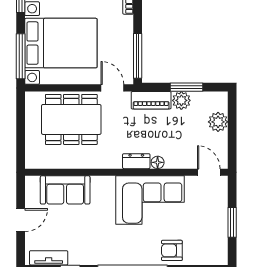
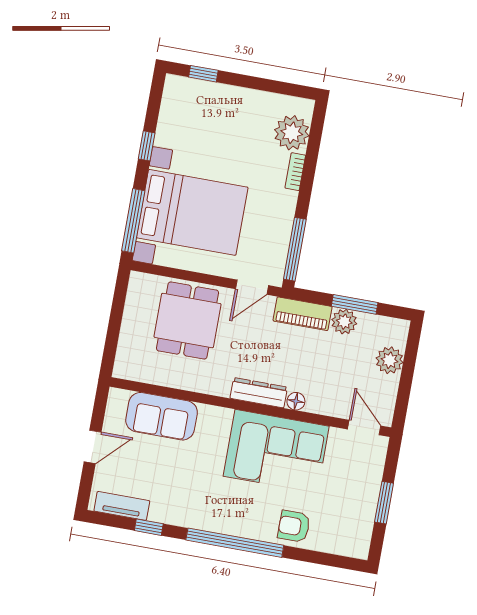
door: (112, 88) -> (252, 287), swing flipped
dining table: (71, 119) -> (188, 320), width x0.73
dresser: (136, 161) -> (259, 393), width x1.44

